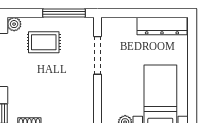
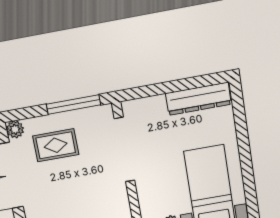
doorway: (98, 55) -> (124, 150), width x1.36

